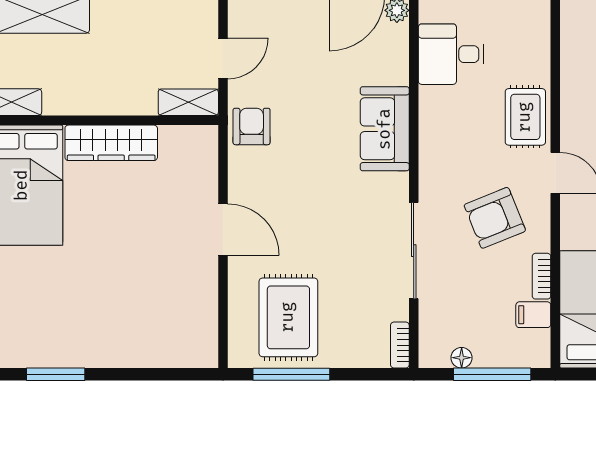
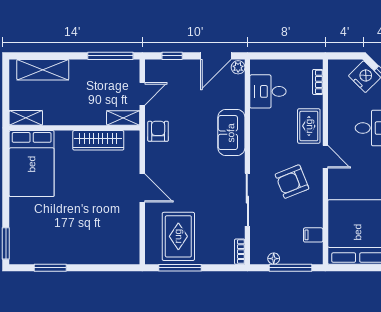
wardrobe: (111, 143) -> (98, 140), moved
bookcase: (541, 276) -> (318, 82), moved

